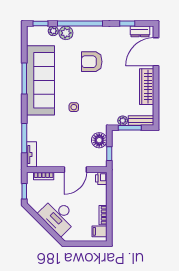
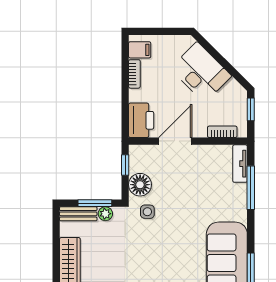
side table: (74, 107) -> (147, 212), moved
printer: (101, 178) -> (141, 120), width x1.87, depth x1.48

